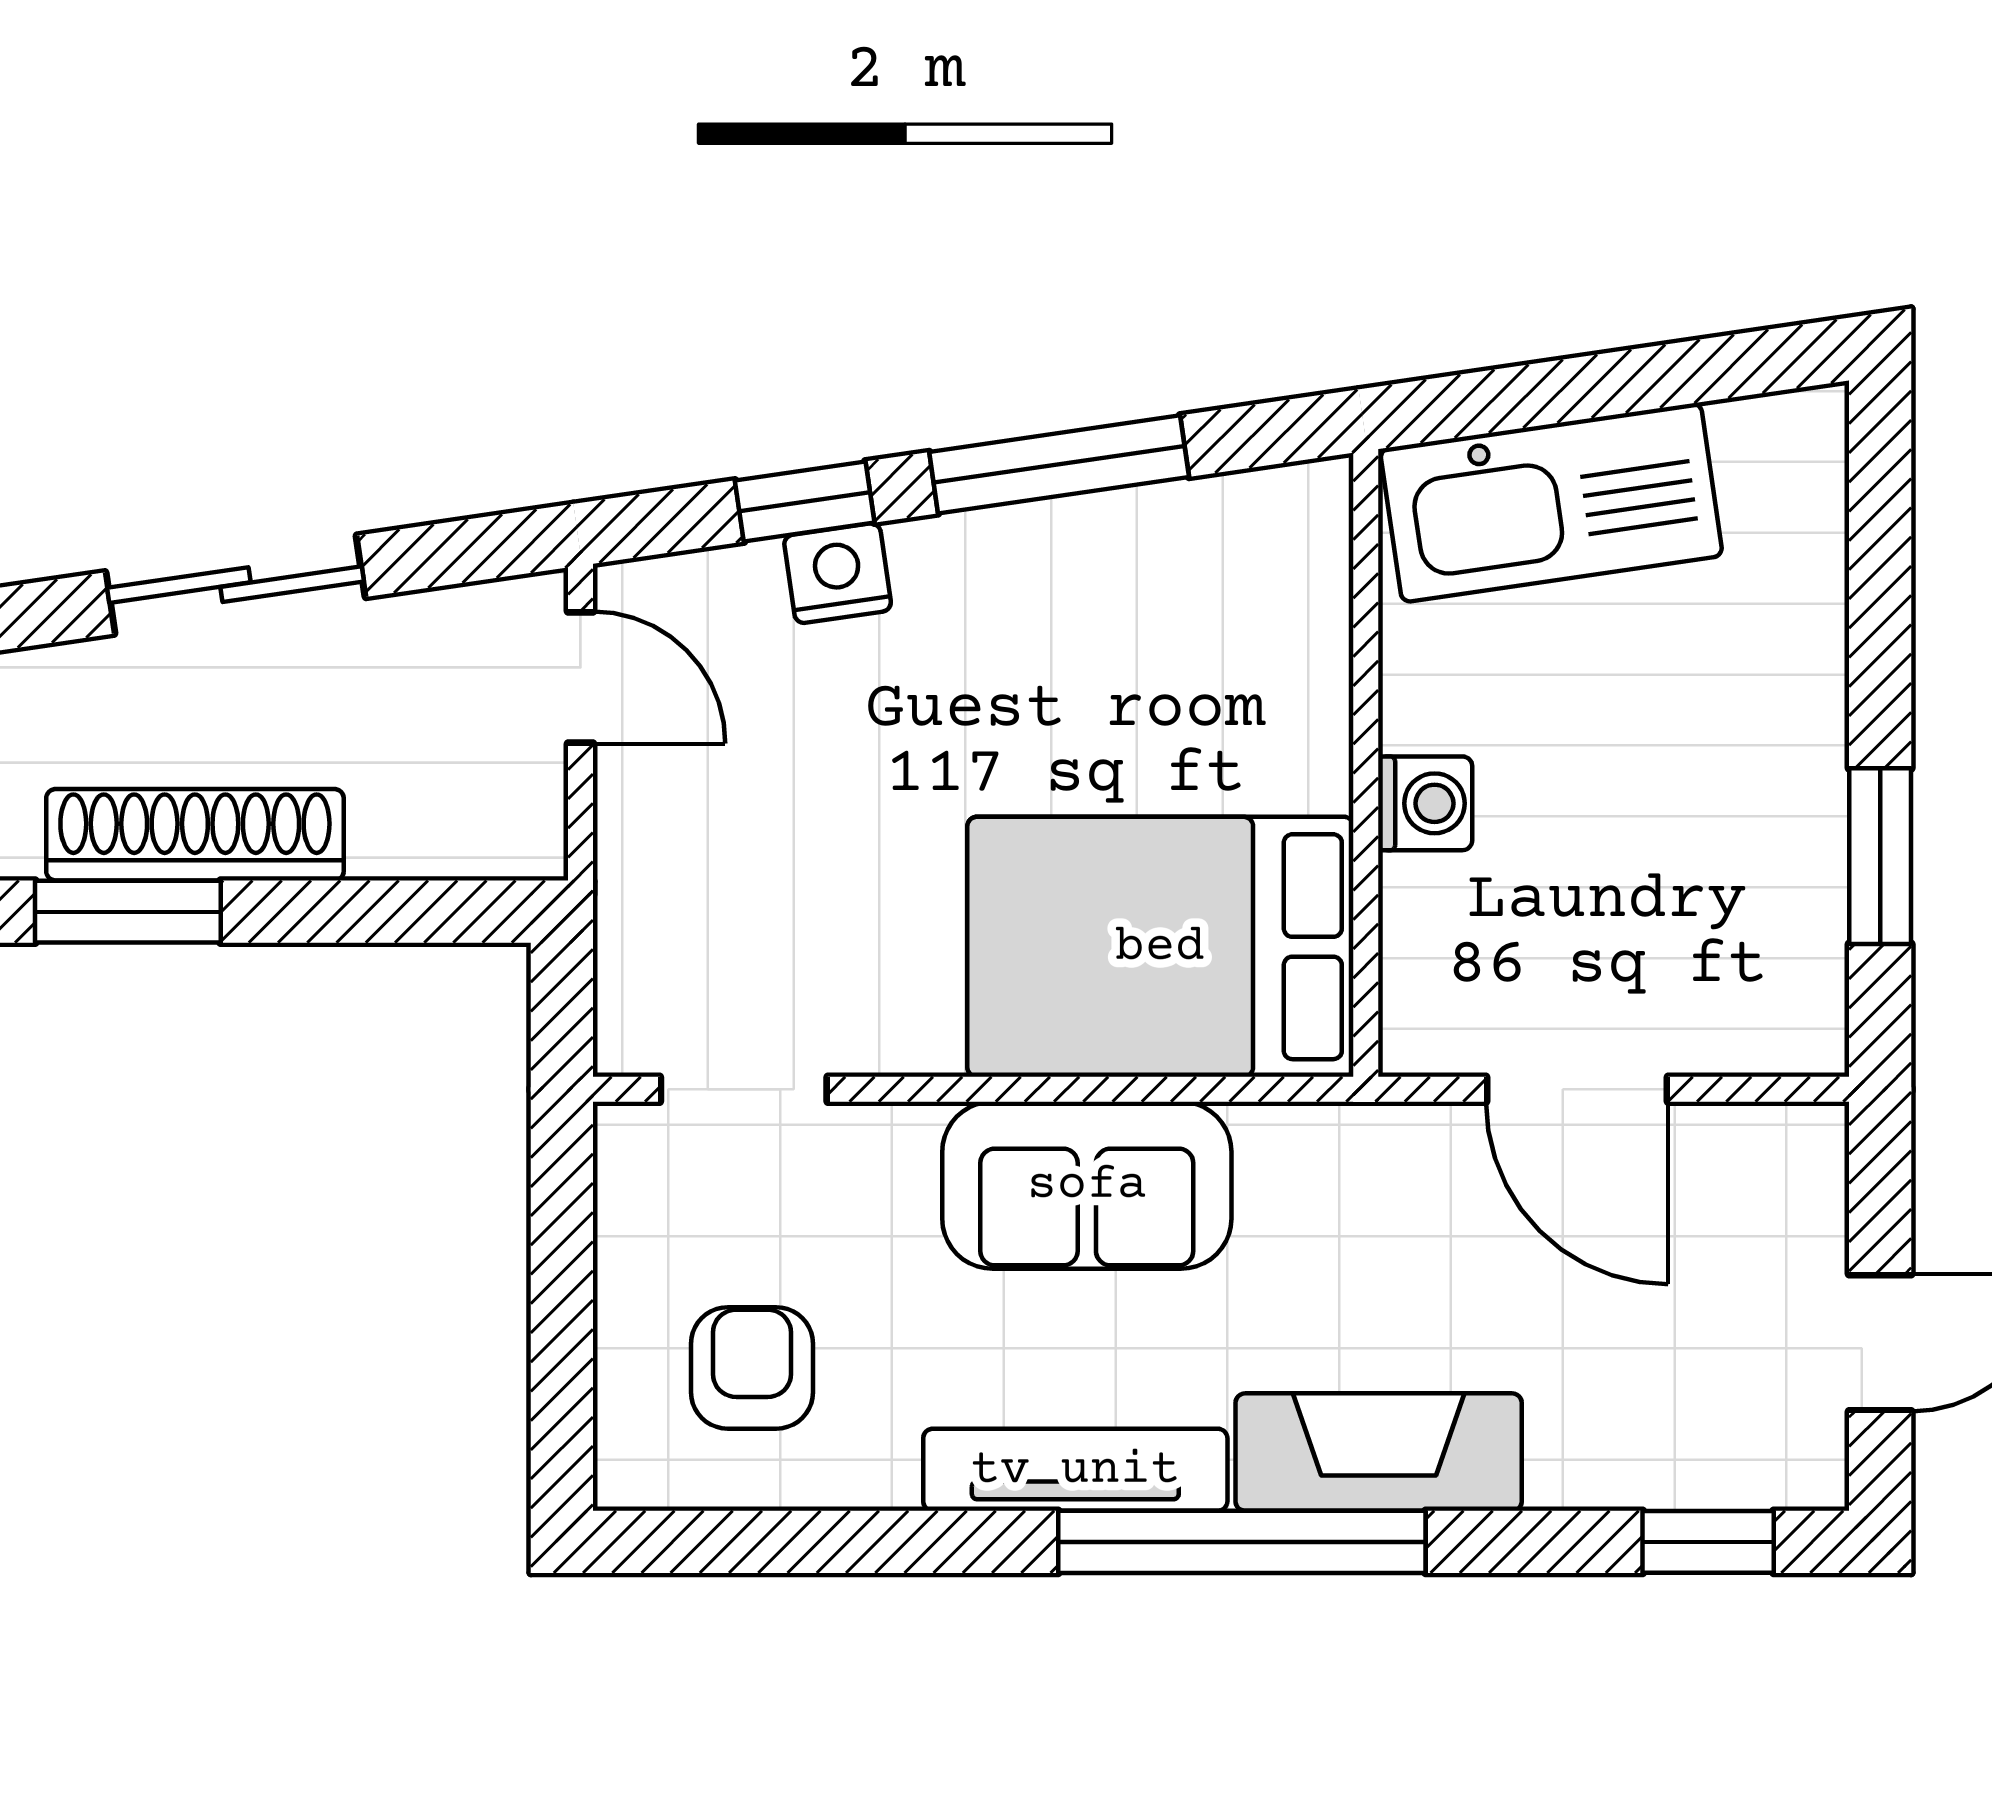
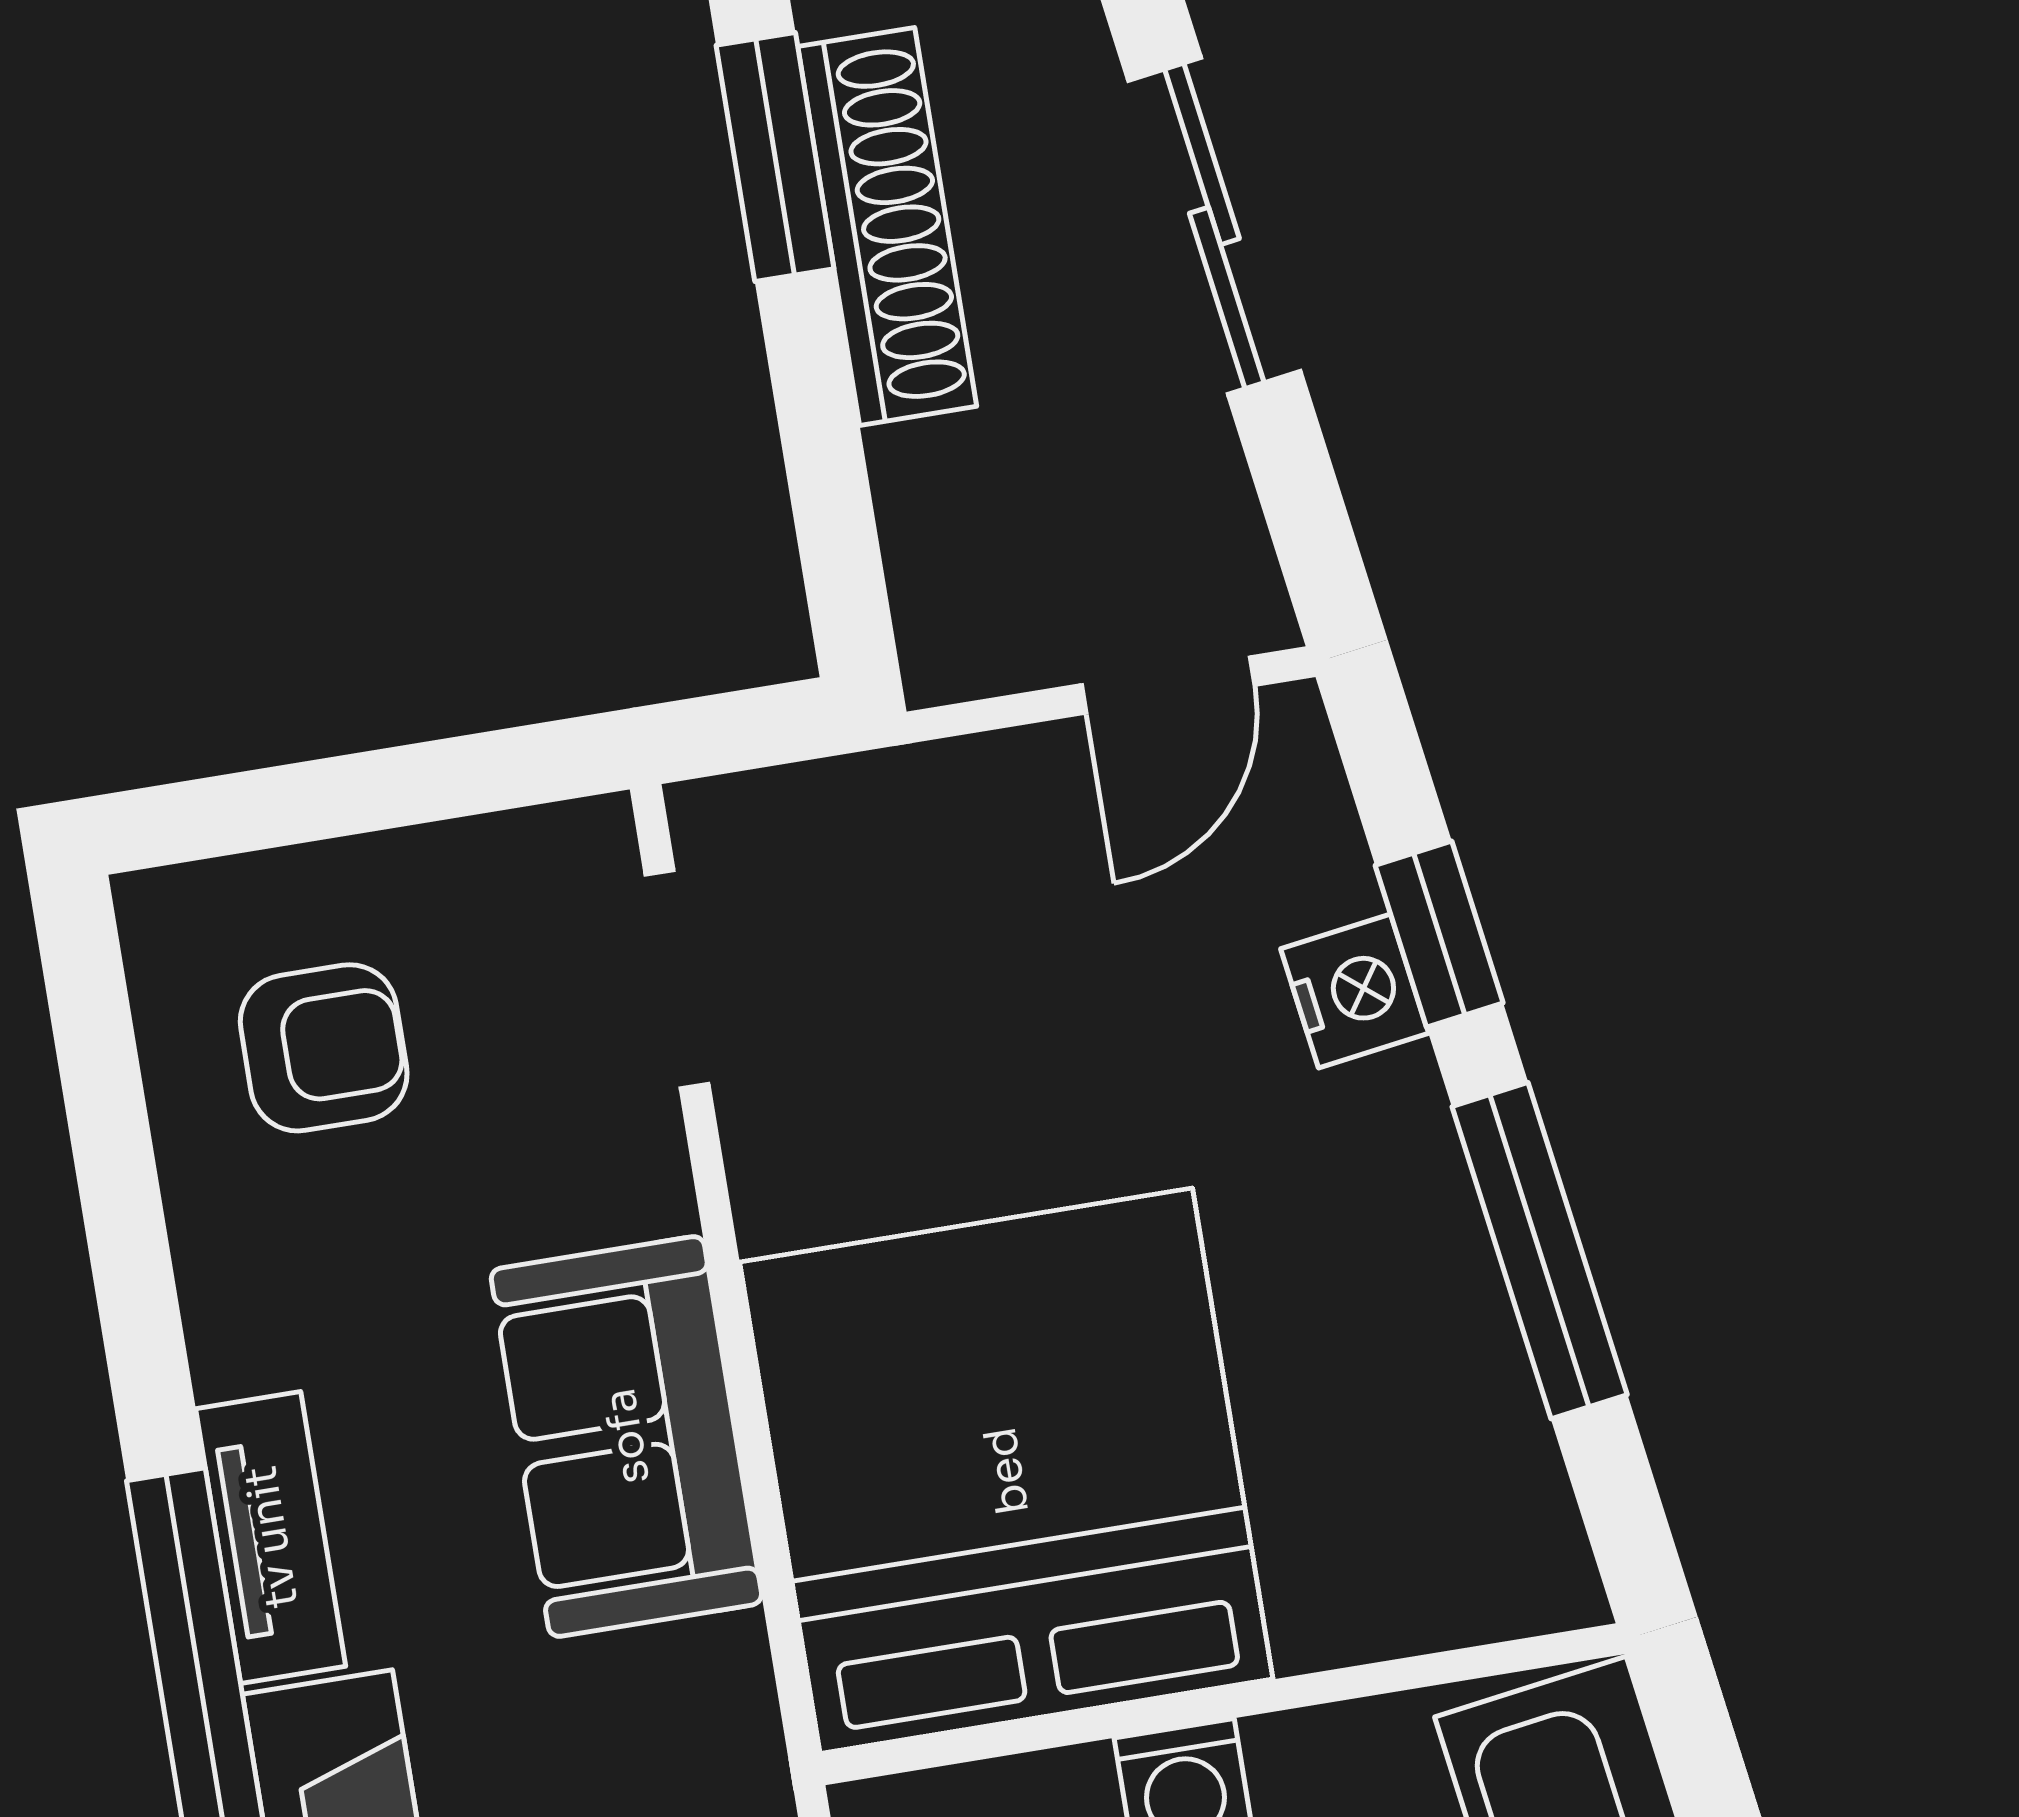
bed: (1160, 947) -> (1006, 1471), width x1.36
tv unit: (1075, 1470) -> (271, 1537), width x0.71

